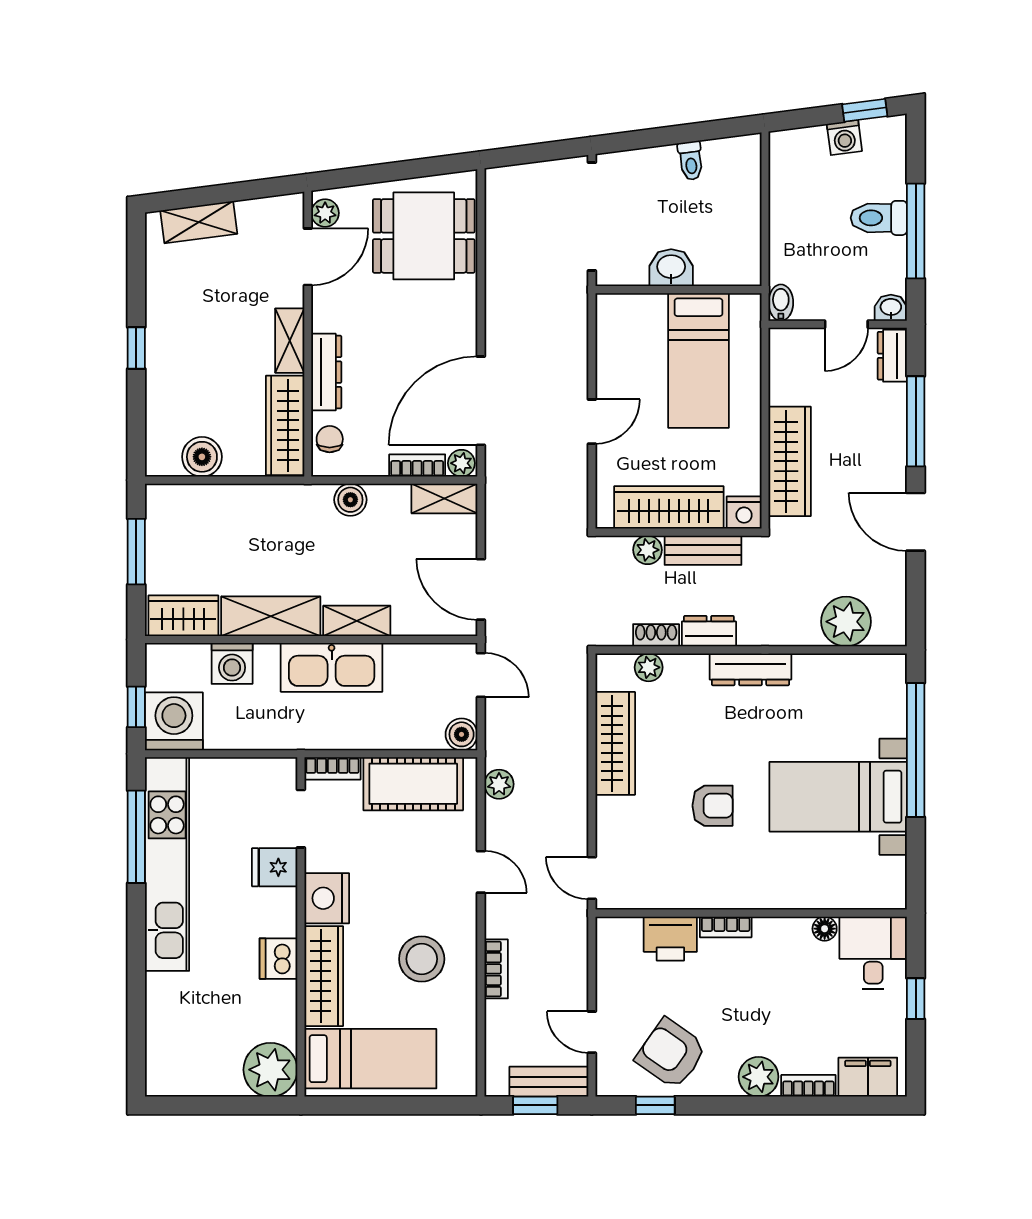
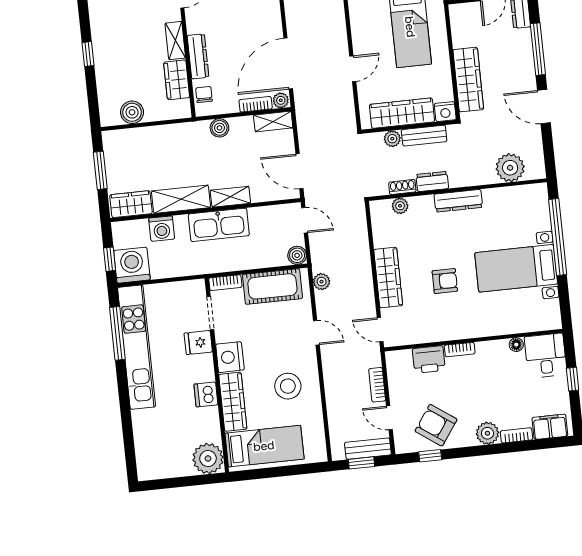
wardrobe: (285, 425) -> (177, 80), width x0.67
wardrobe: (615, 743) -> (388, 278), moved
bookcase: (496, 969) -> (377, 385), moved, turned 180

